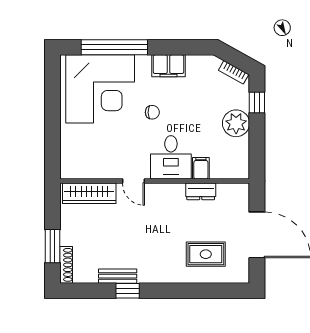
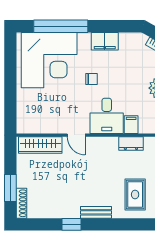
rug: (206, 254) -> (135, 195), turned 90
bench: (118, 276) -> (96, 212), moved

